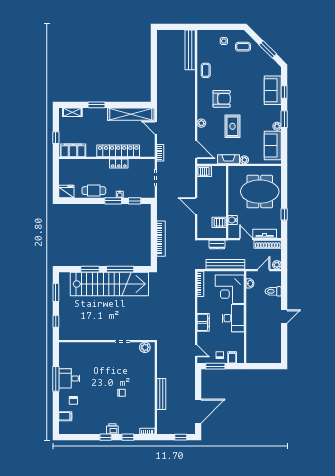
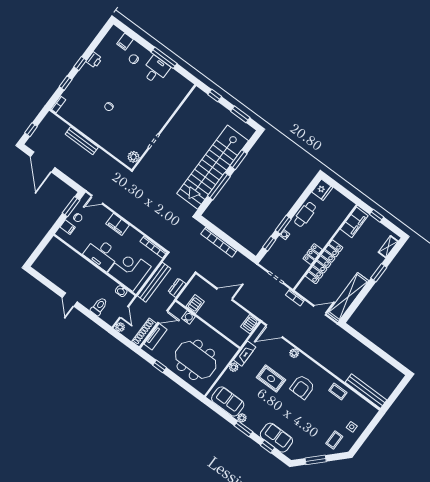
meeting table: (260, 192) -> (196, 360), turned 90
printer: (112, 429) -> (94, 60), moved

